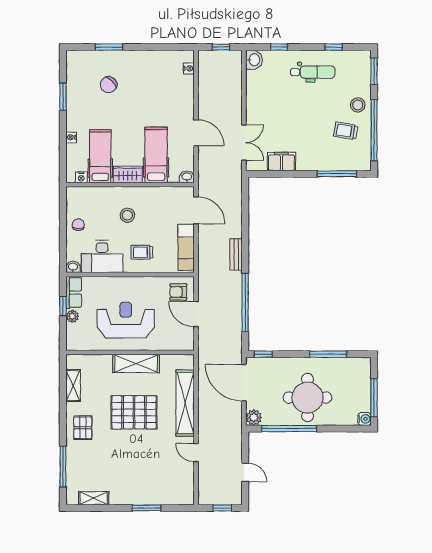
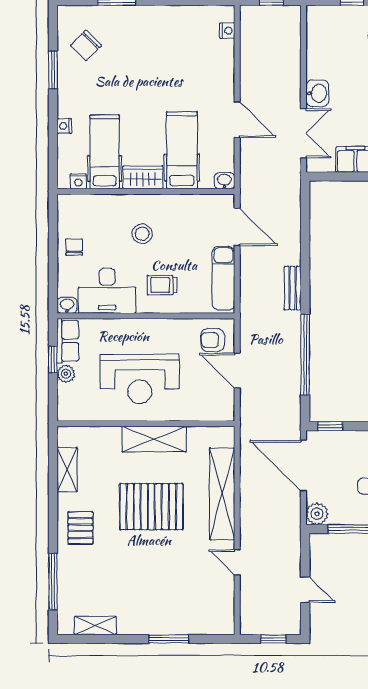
washbasin: (254, 60) -> (317, 93), moved
chair: (109, 85) -> (86, 45), moved
reception desk: (126, 320) -> (140, 379), turned 180

